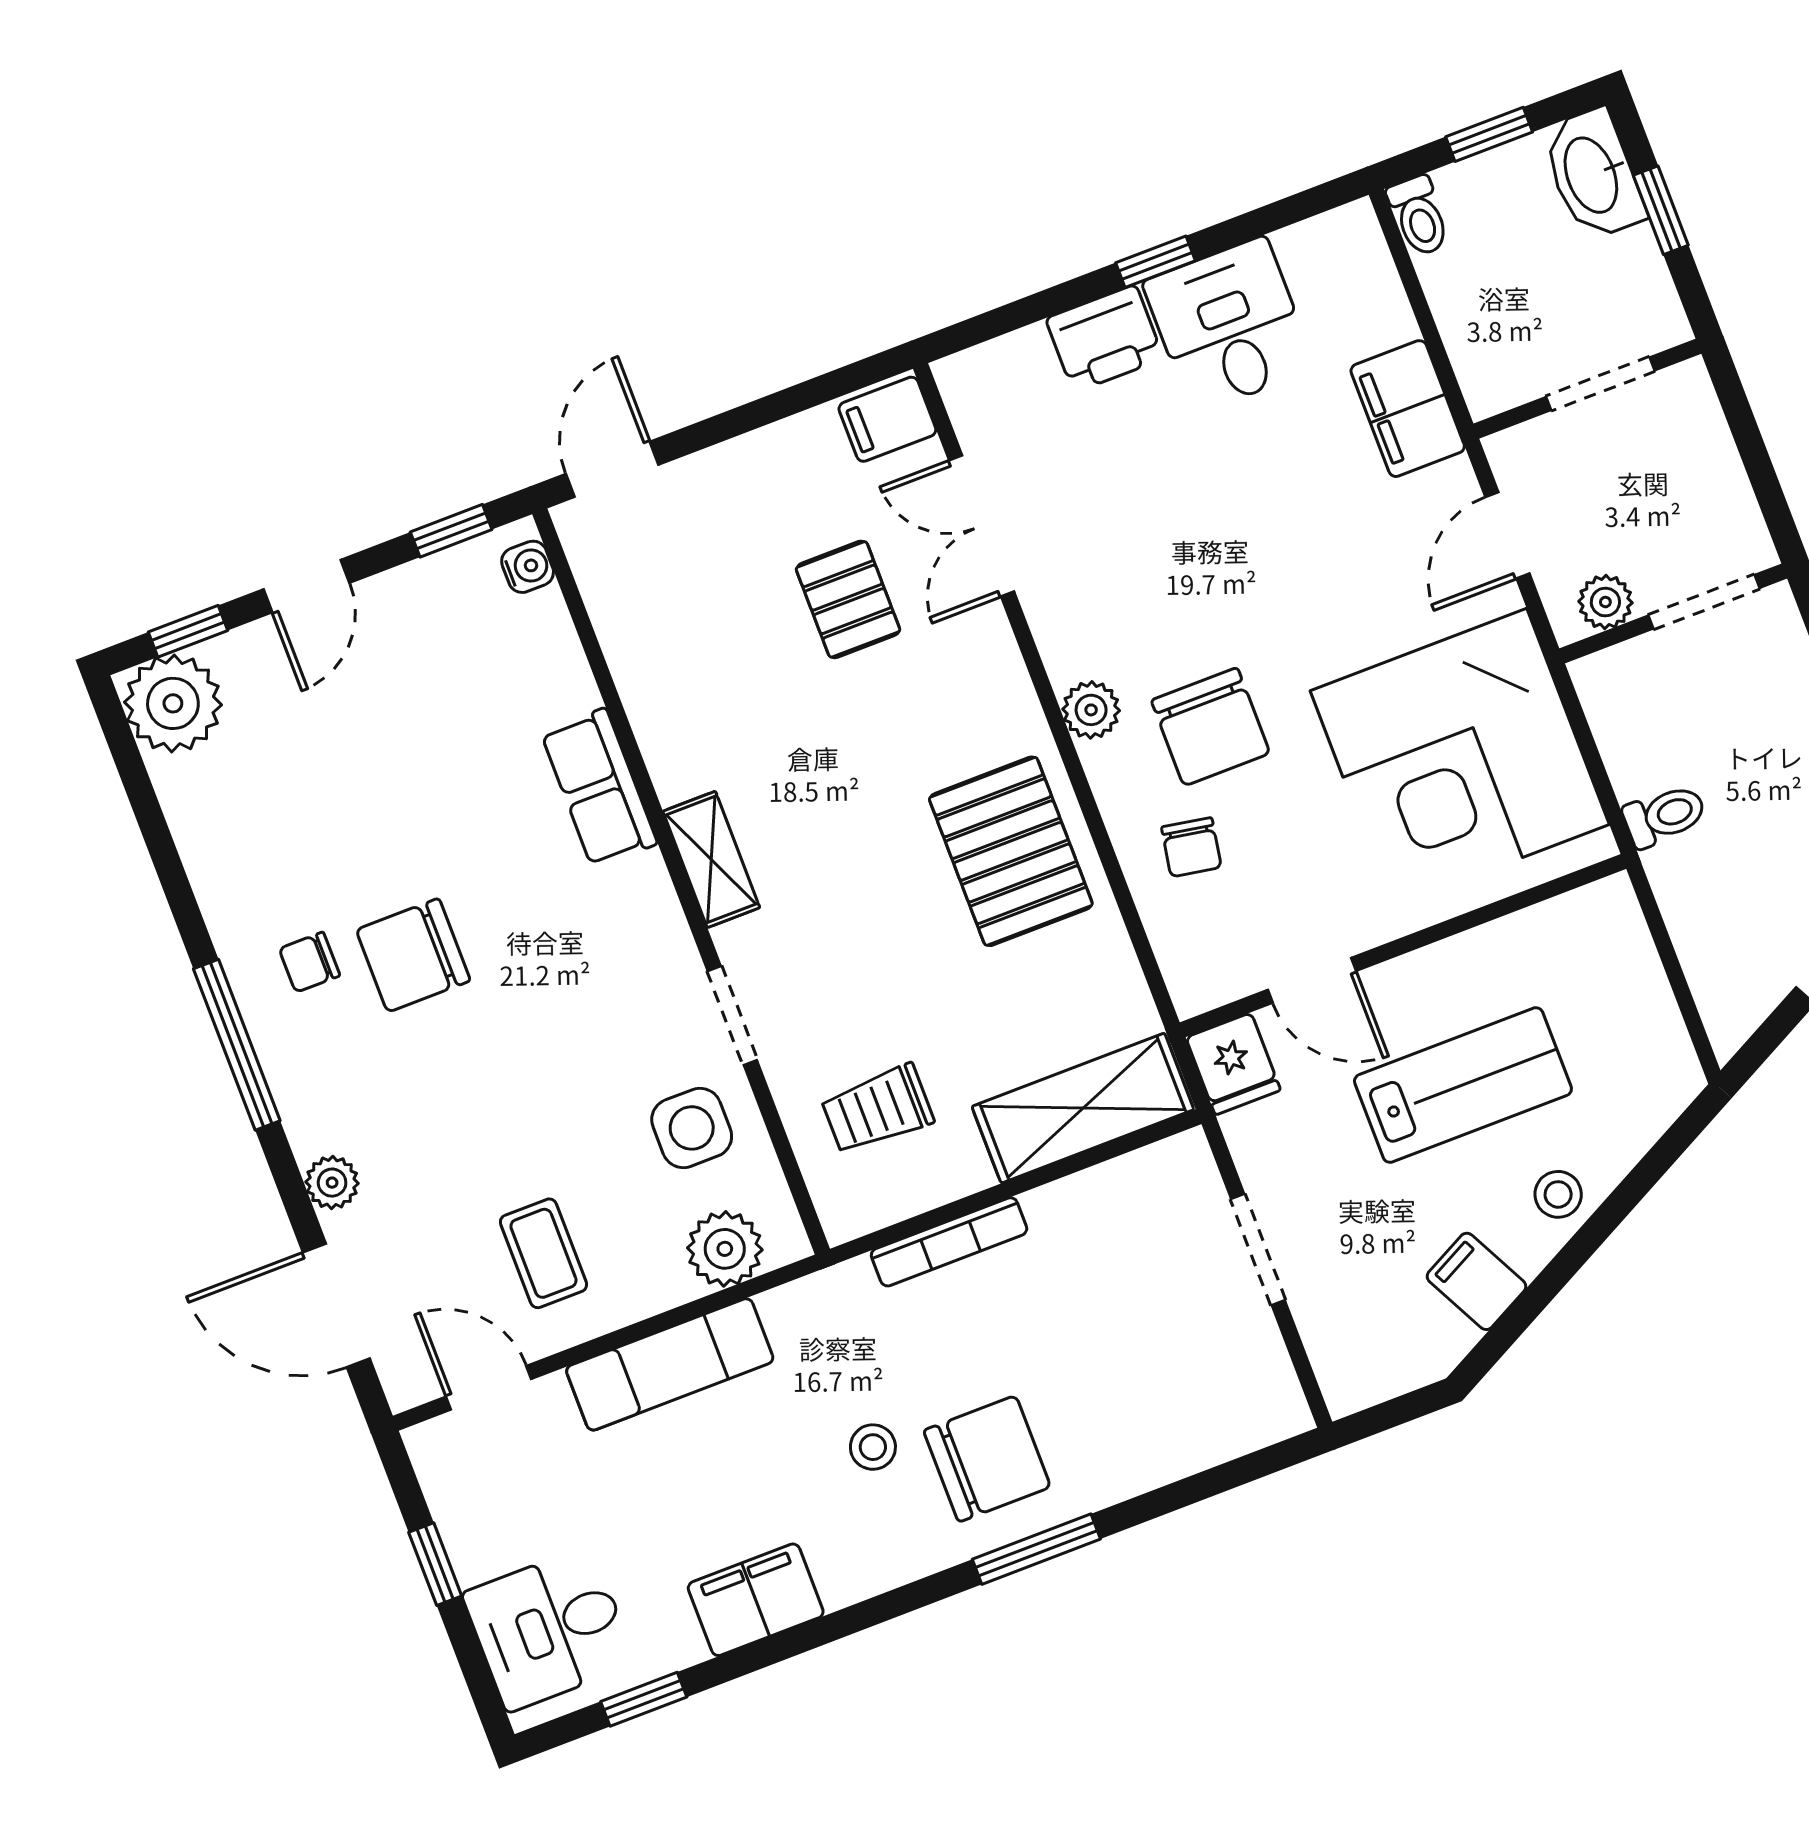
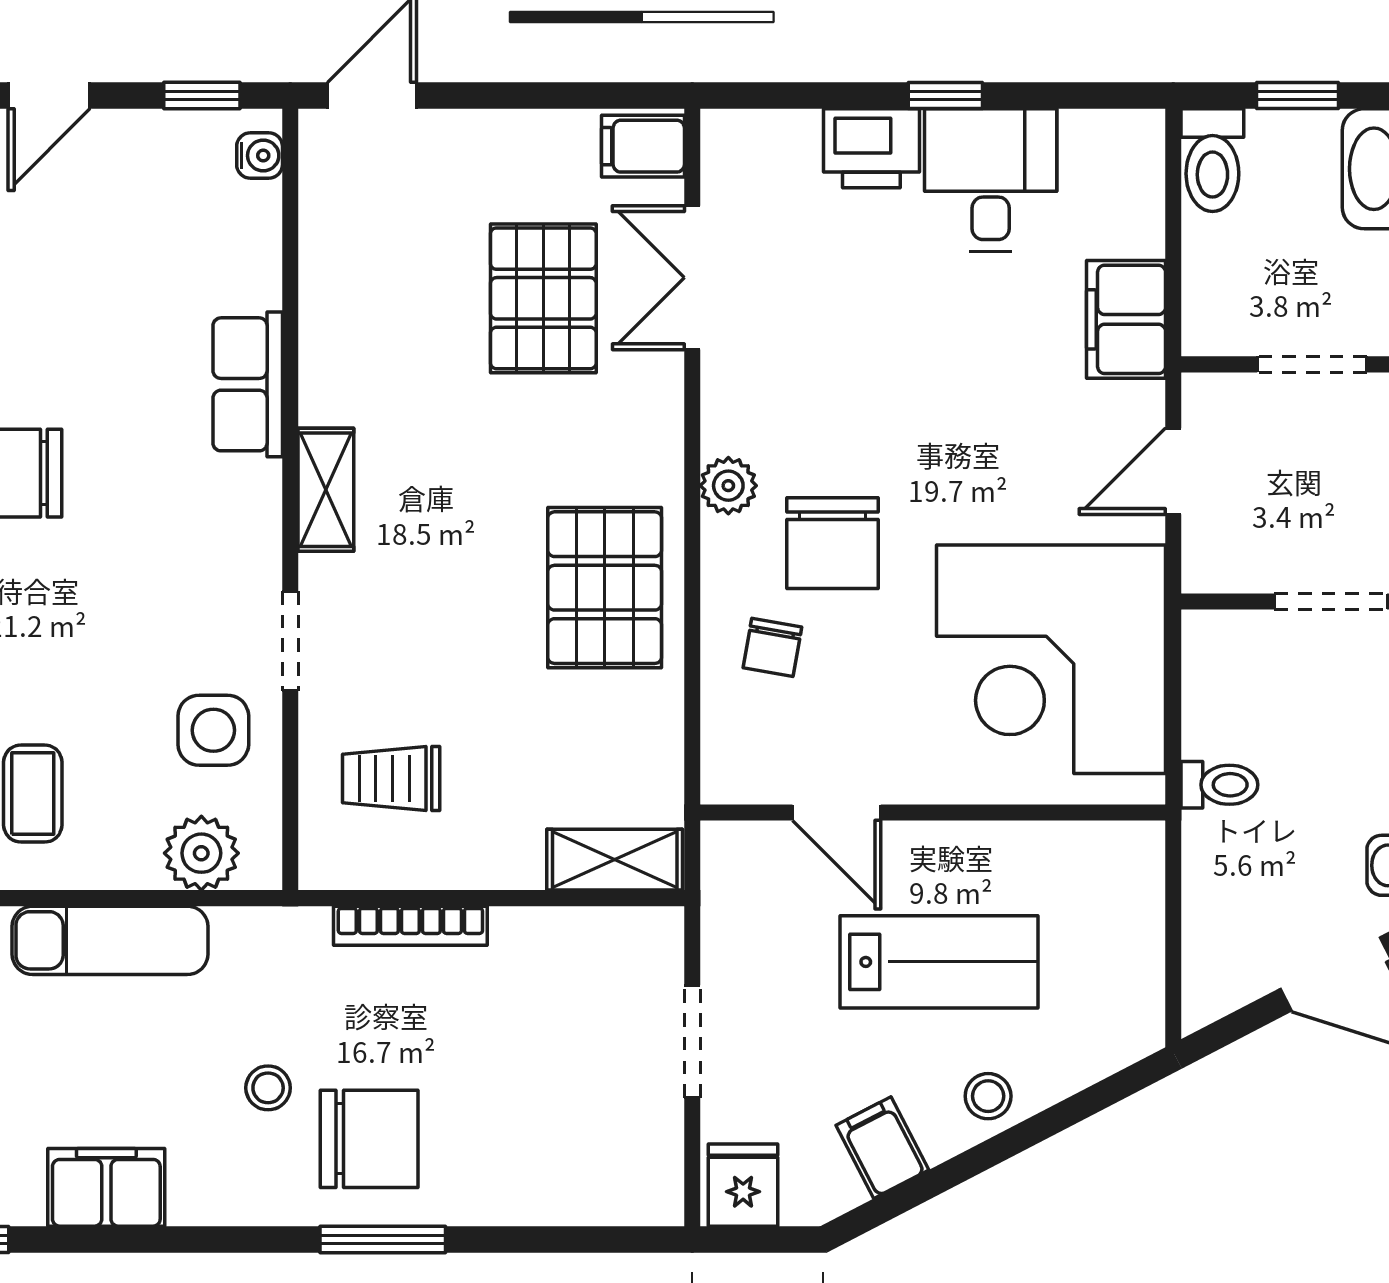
toilet: (1419, 216) -> (1212, 160), width x1.37, depth x1.39
pallet: (848, 599) -> (543, 298), width x1.50, depth x1.42
plant: (1605, 602) -> (1240, 567), removed
fridge: (1233, 1064) -> (743, 1185), moved, turned 180
shelving: (1083, 1108) -> (615, 860), width x0.67, depth x0.75

